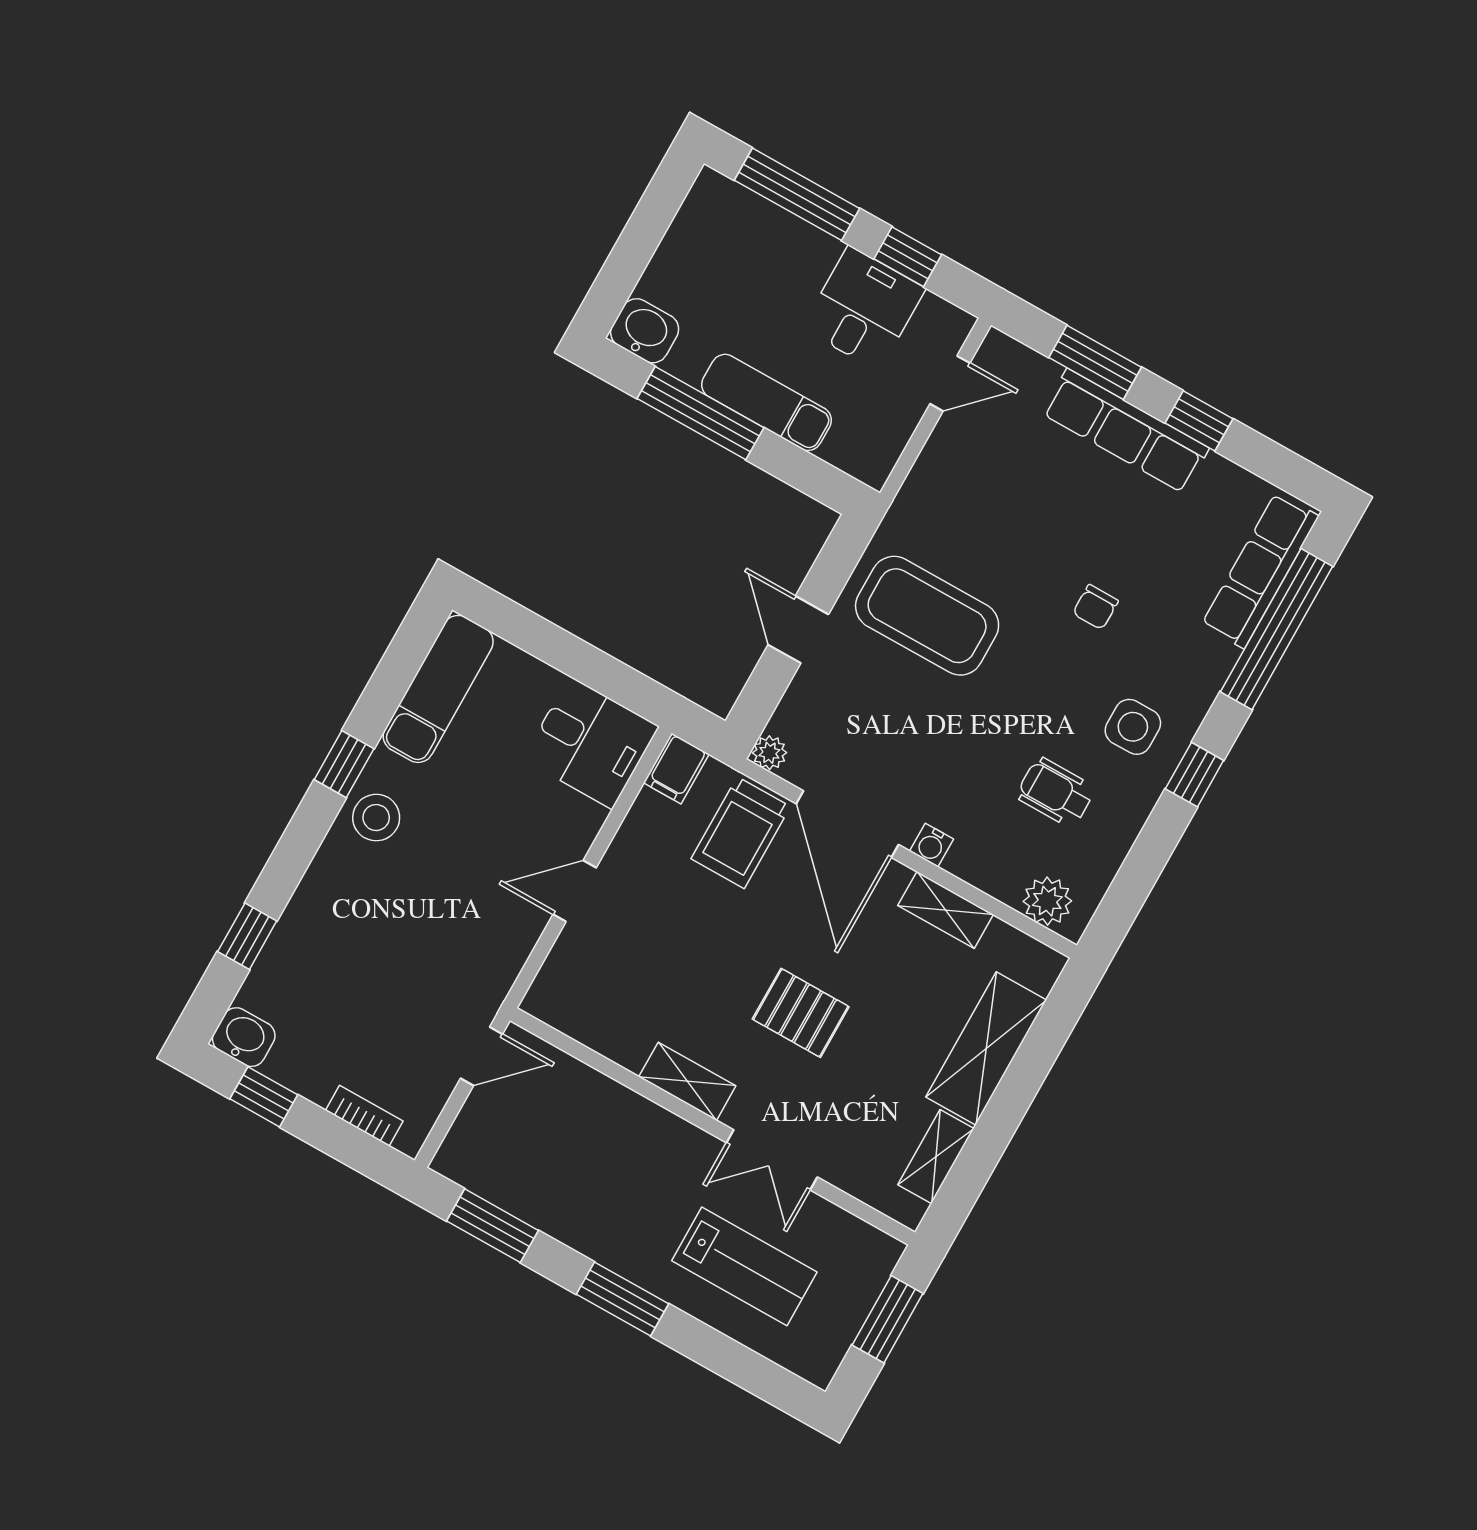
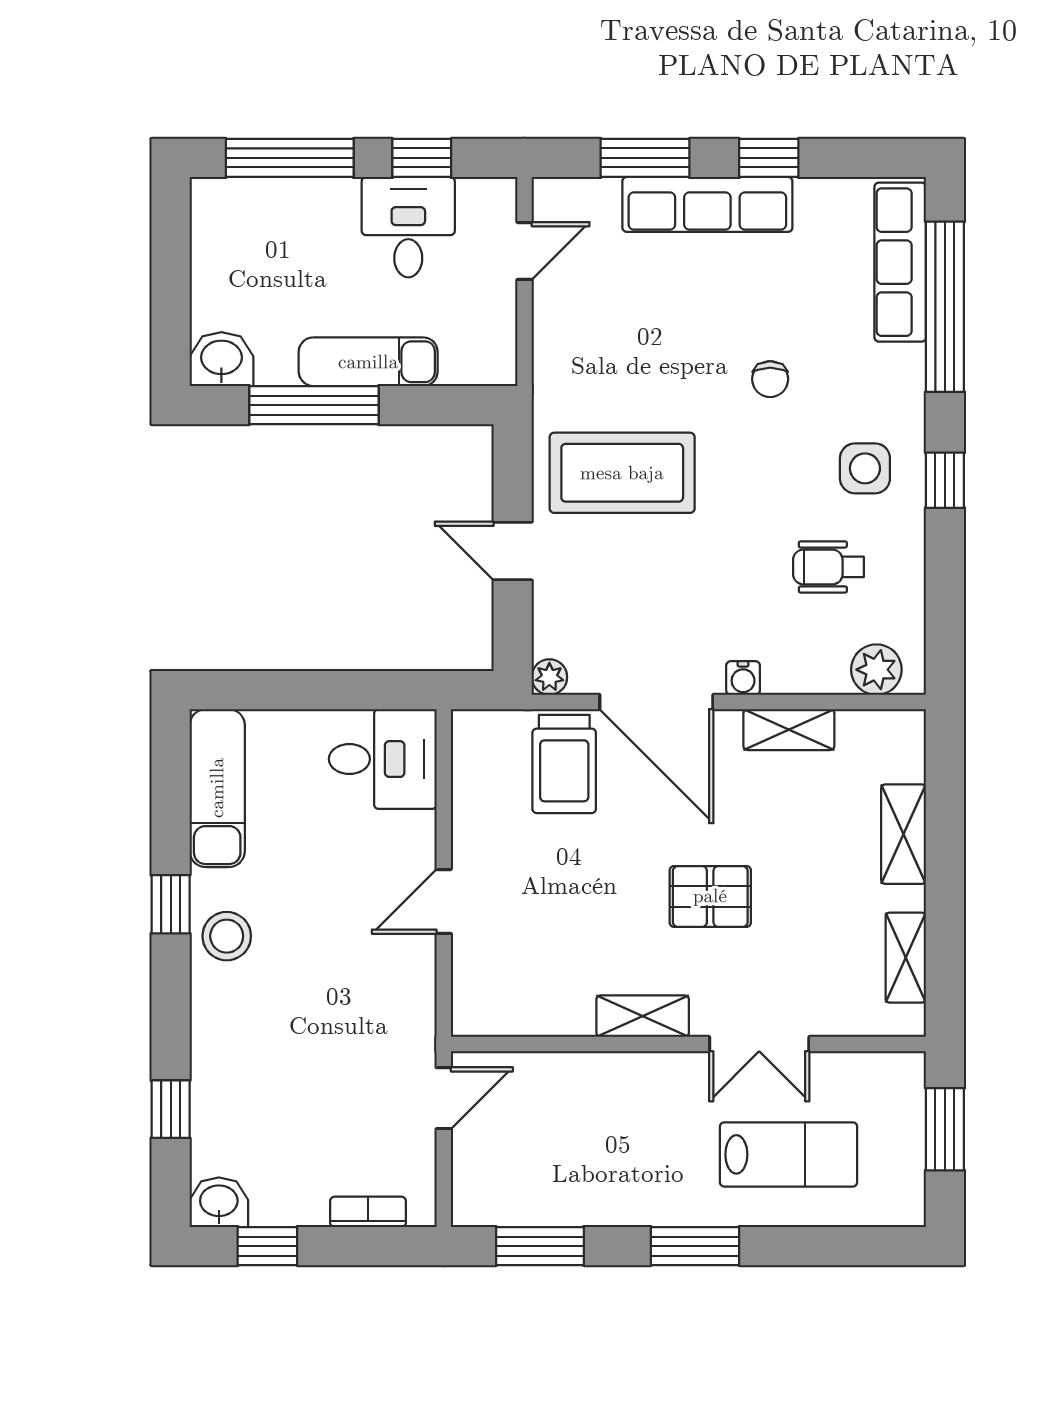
filing cabinet: (676, 769) -> (473, 739), removed
shelving: (986, 1048) -> (904, 834), width x0.67, depth x0.75

